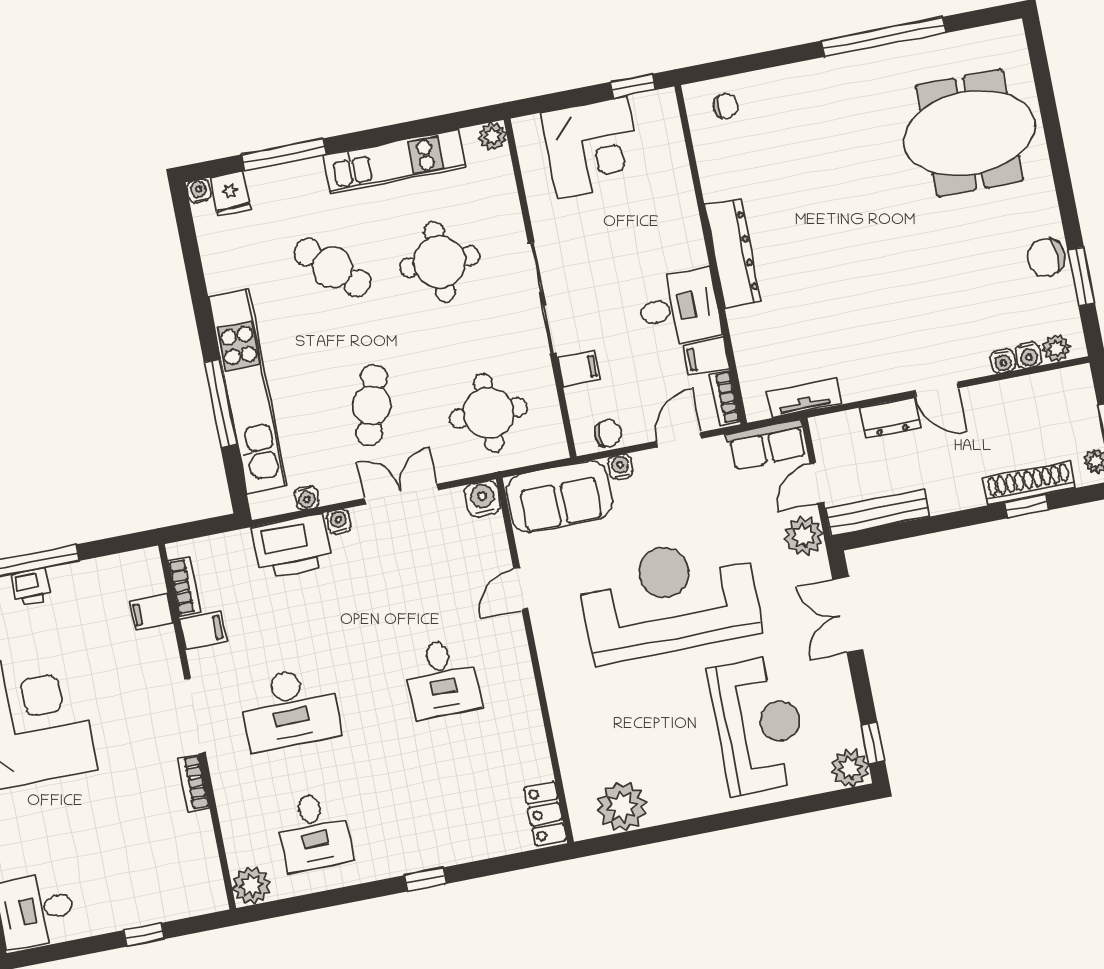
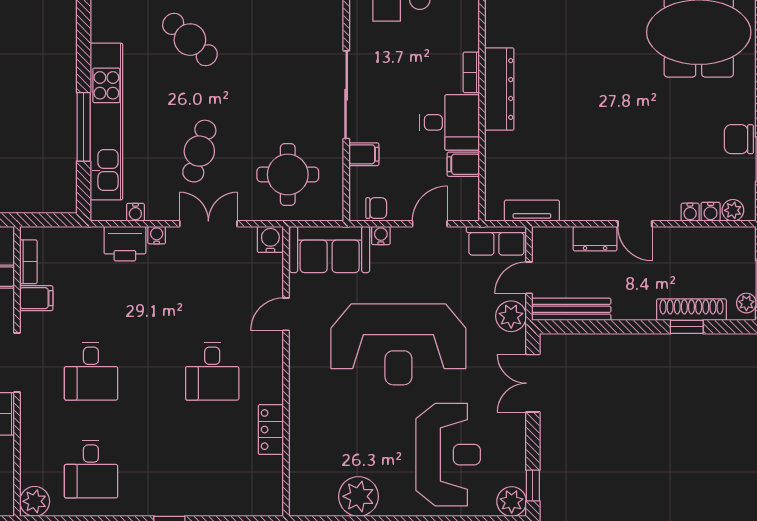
round table: (440, 262) -> (273, 51), removed
bookcase: (725, 398) -> (471, 72), moved
printer: (292, 546) -> (125, 244), width x0.73, depth x0.84
reception desk: (669, 599) -> (398, 344), turned 180
desk: (290, 708) -> (91, 371), width x0.73
plant: (622, 807) -> (358, 496), moved
locker: (545, 814) -> (271, 430), moved

